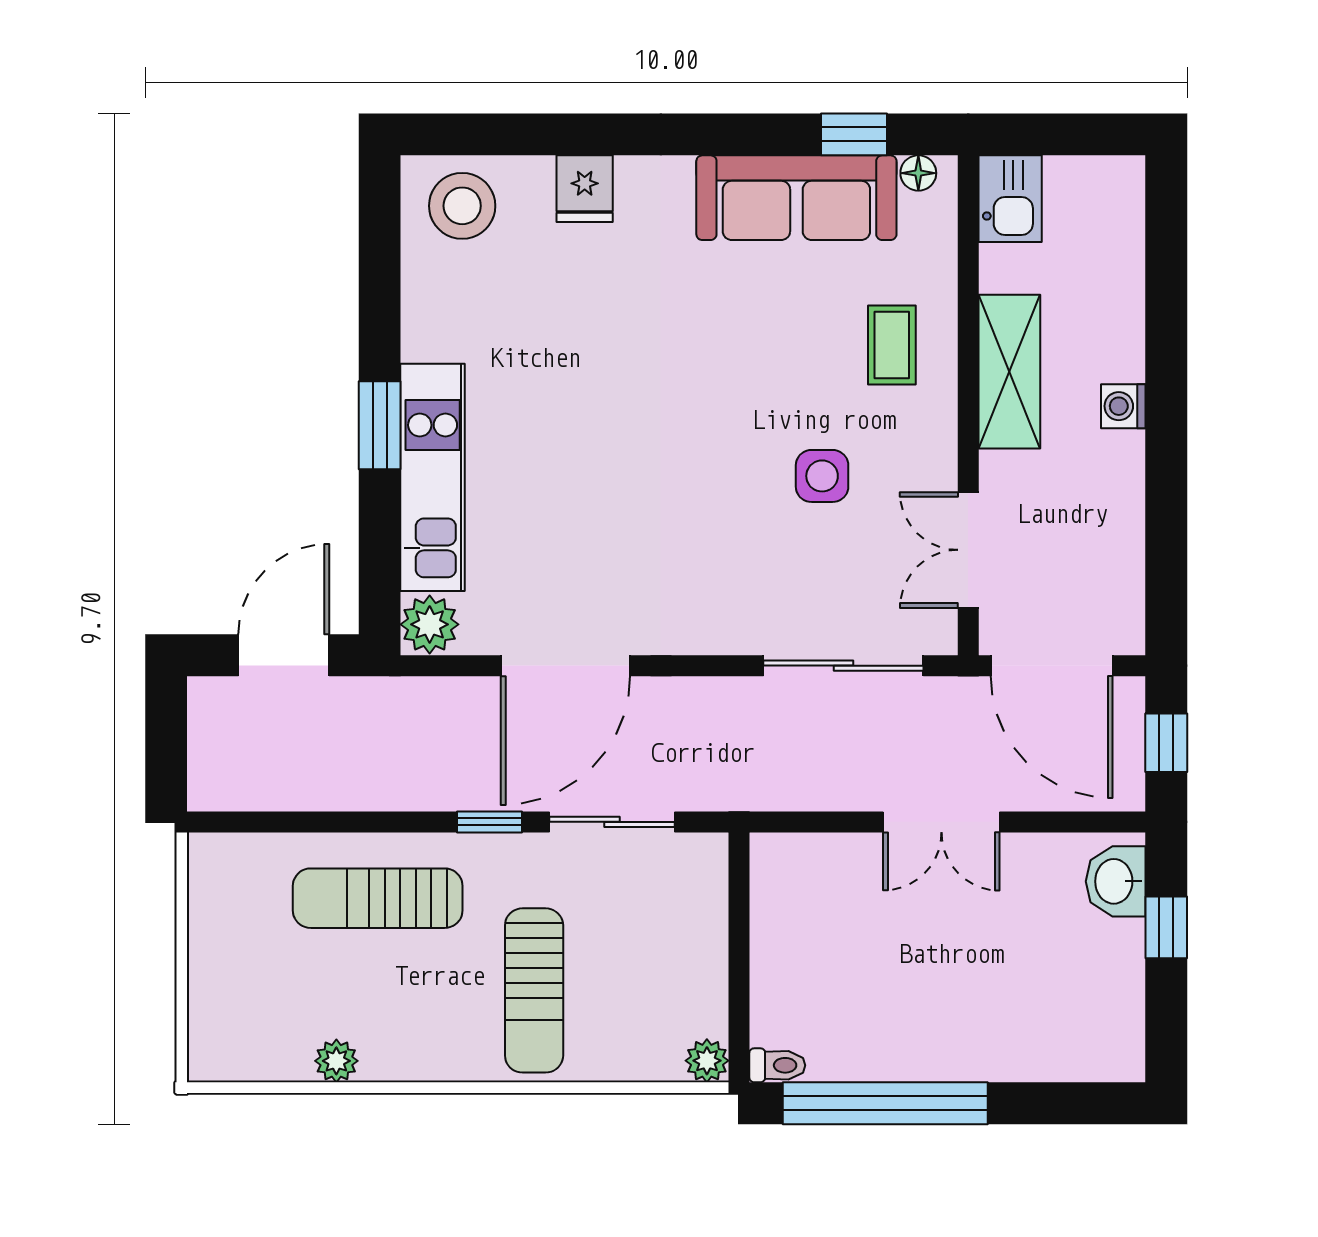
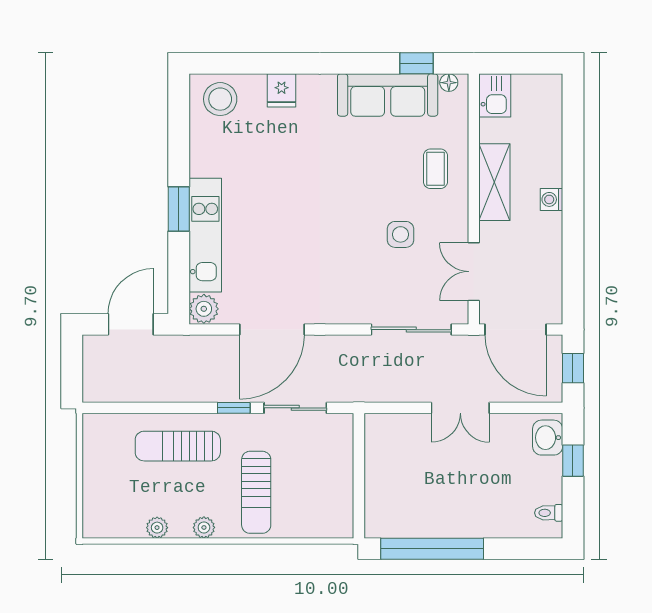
plant: (707, 1061) -> (204, 527), moved
toilet: (777, 1065) -> (549, 513), moved, turned 180

